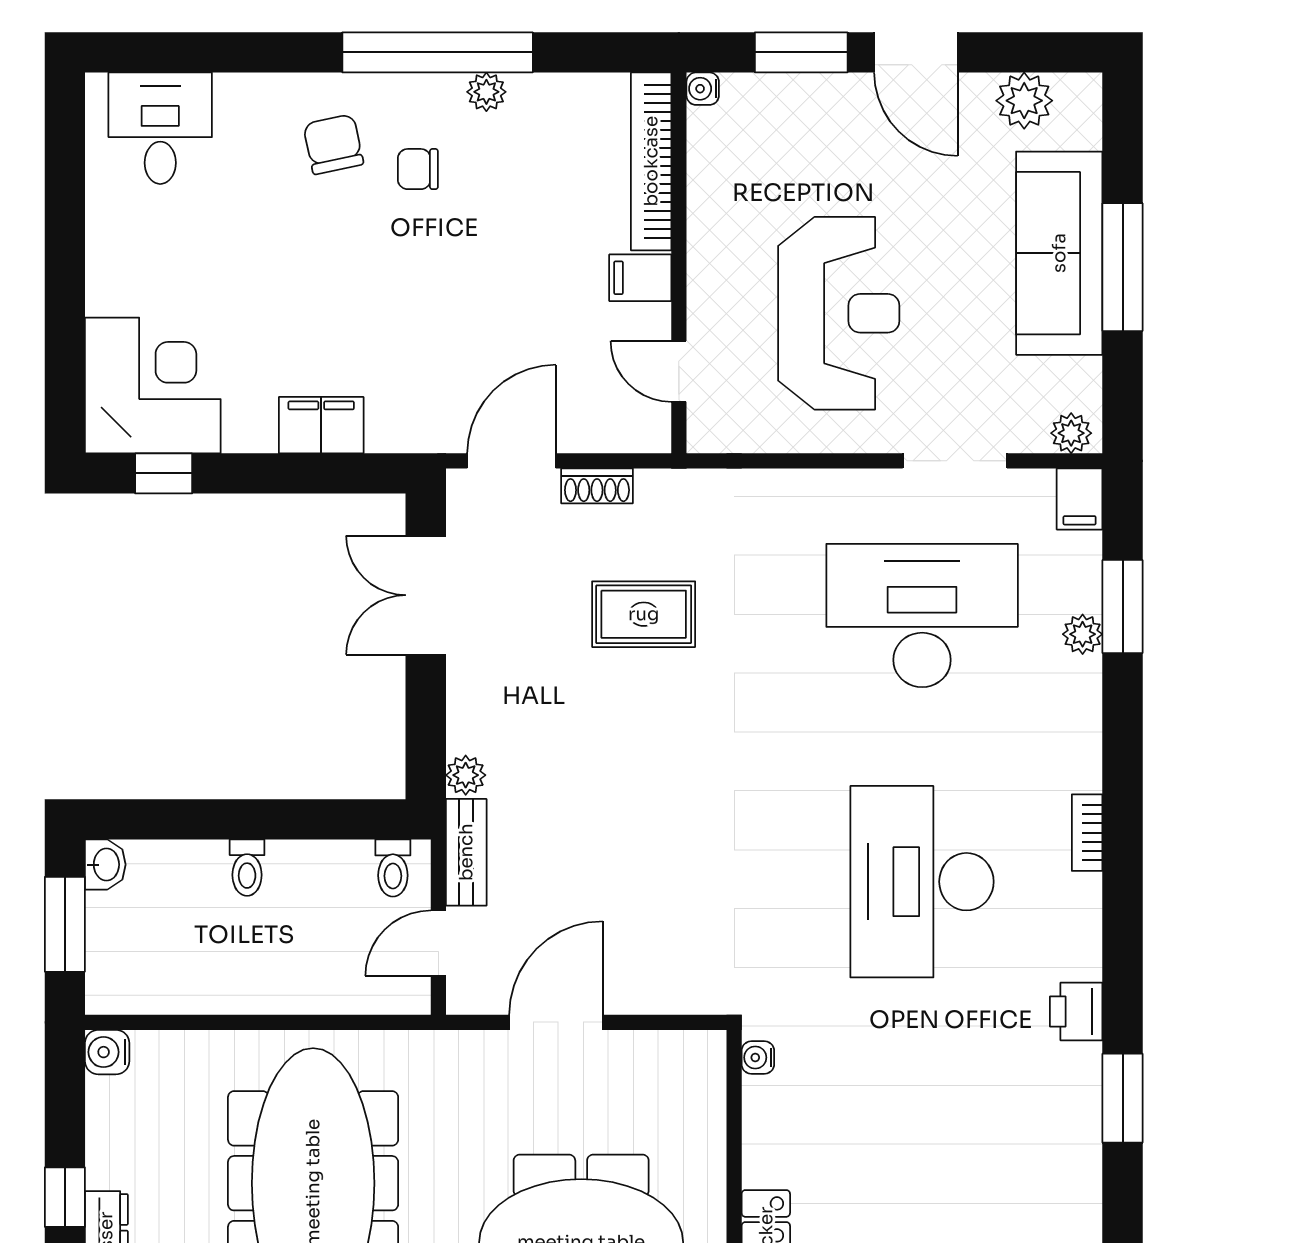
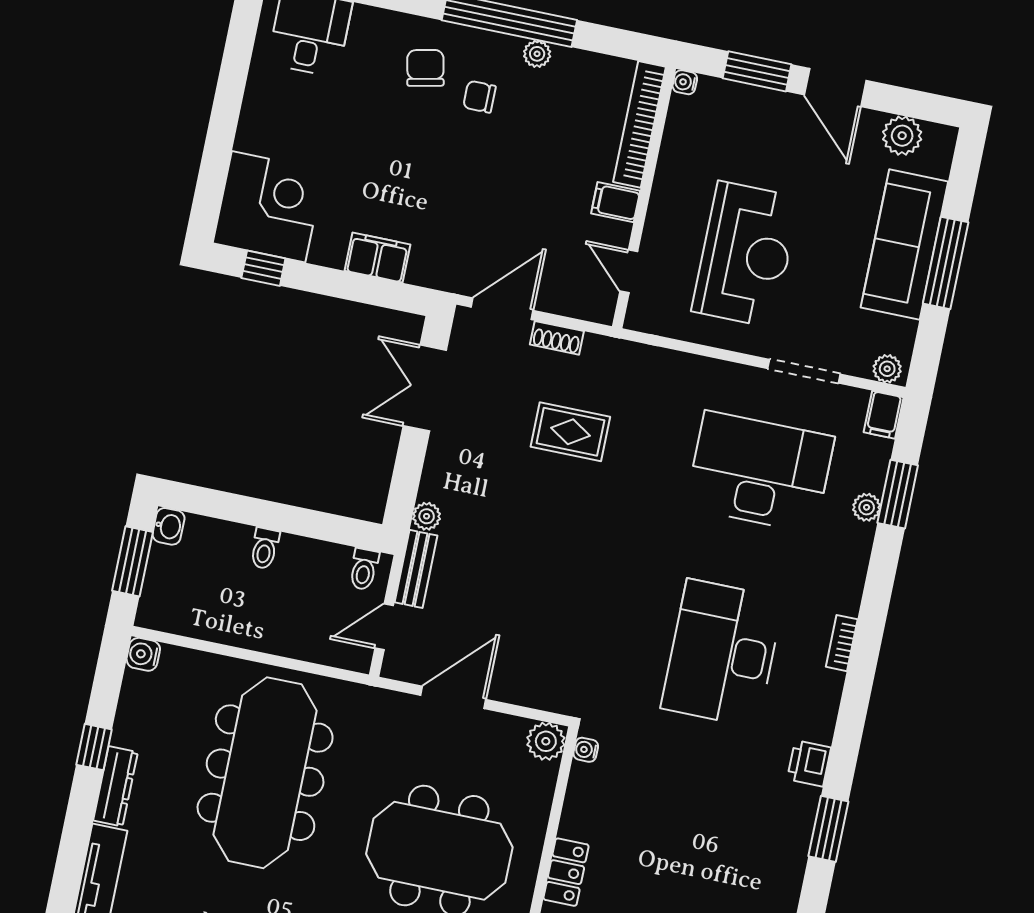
plant: (699, 1057) -> (546, 741), added

